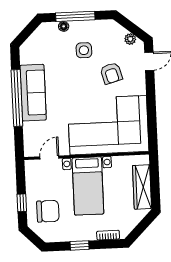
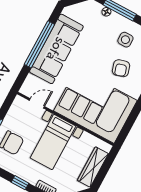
side table: (84, 50) -> (125, 40), moved
sofa: (33, 93) -> (56, 49), width x1.36, depth x1.27

